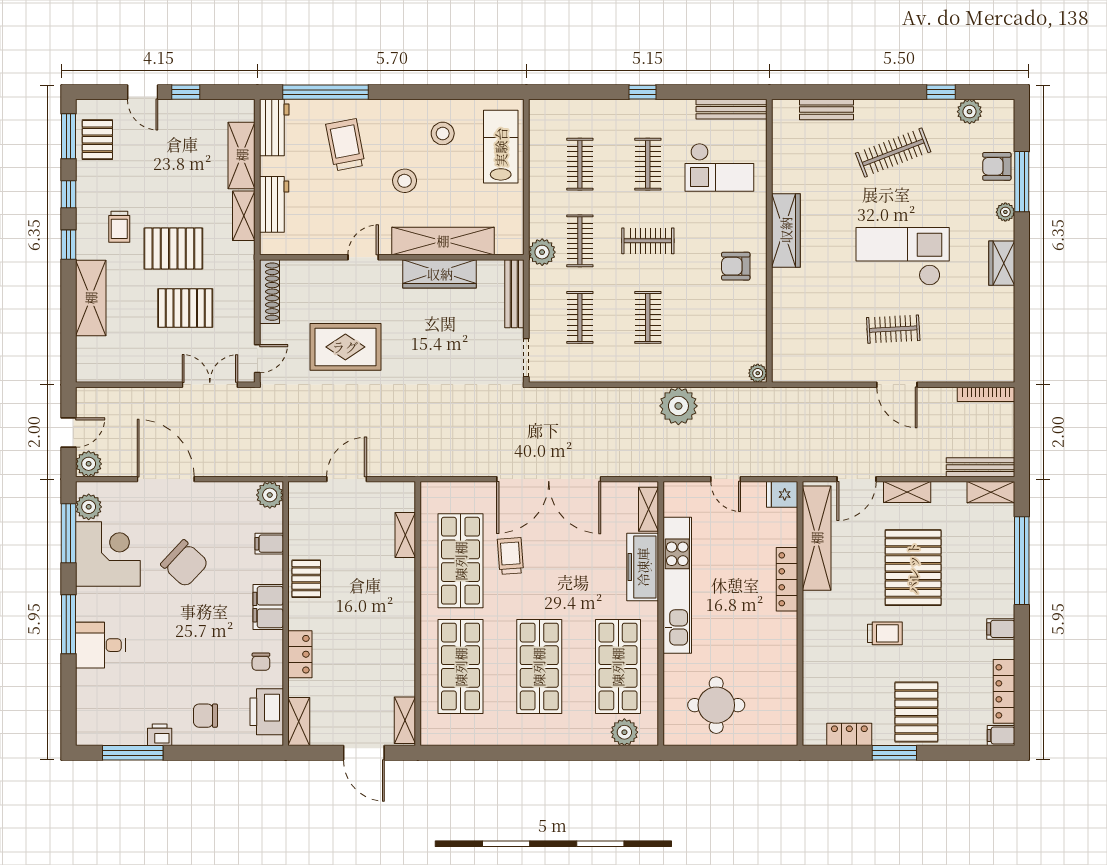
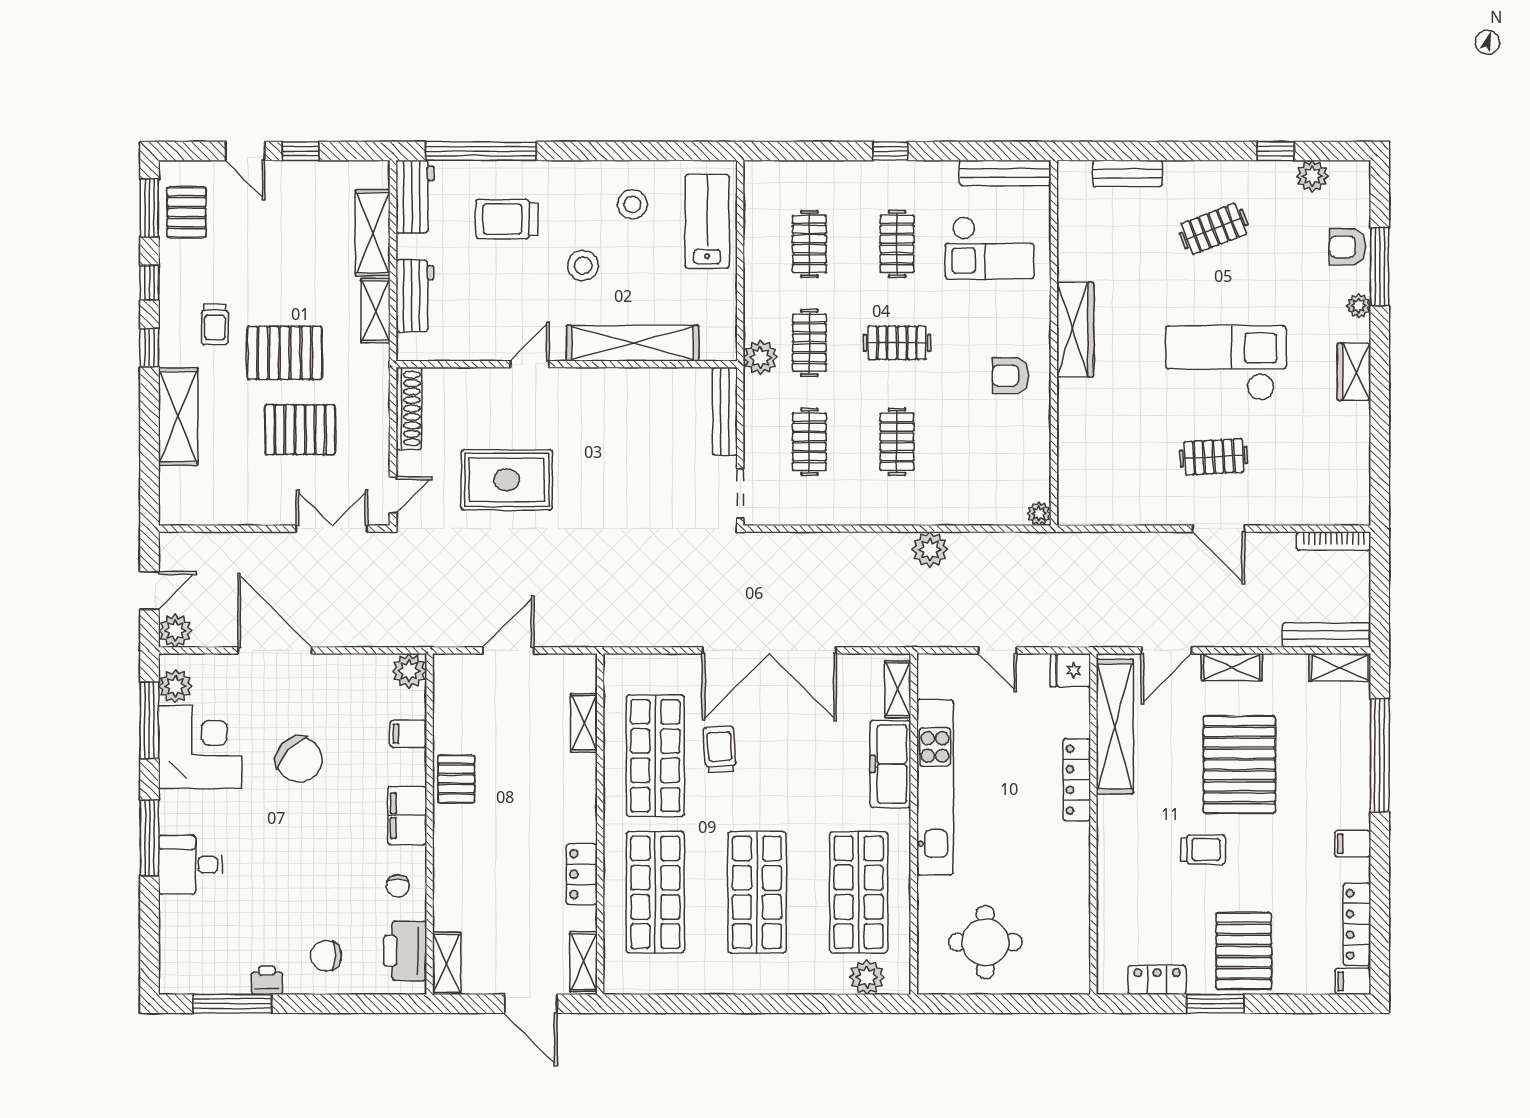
trolley: (345, 145) -> (507, 219), turned -79
clothes rail: (893, 153) -> (1214, 229), width x0.73
wardrobe: (440, 274) -> (628, 386), removed
plant: (678, 406) -> (930, 550), width x0.73, depth x0.73
locker: (300, 654) -> (582, 874), moved, turned 180

